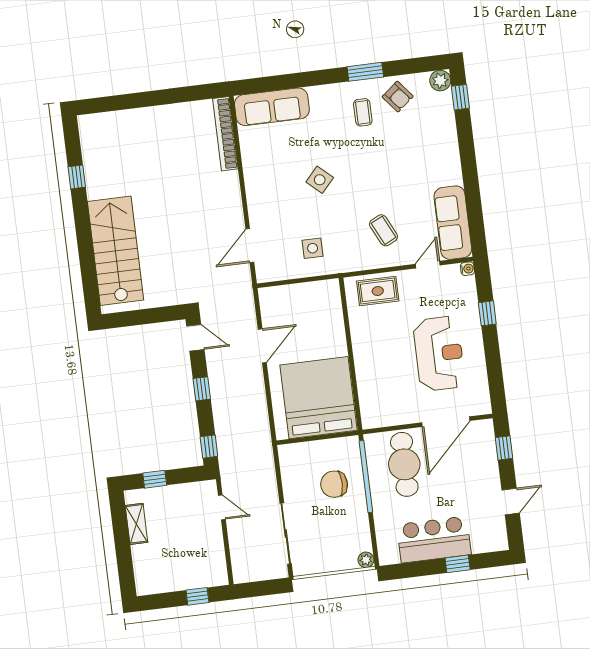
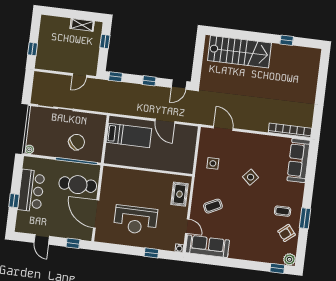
bed: (318, 398) -> (129, 135), width x0.49
chair: (334, 484) -> (77, 142), turned 47

